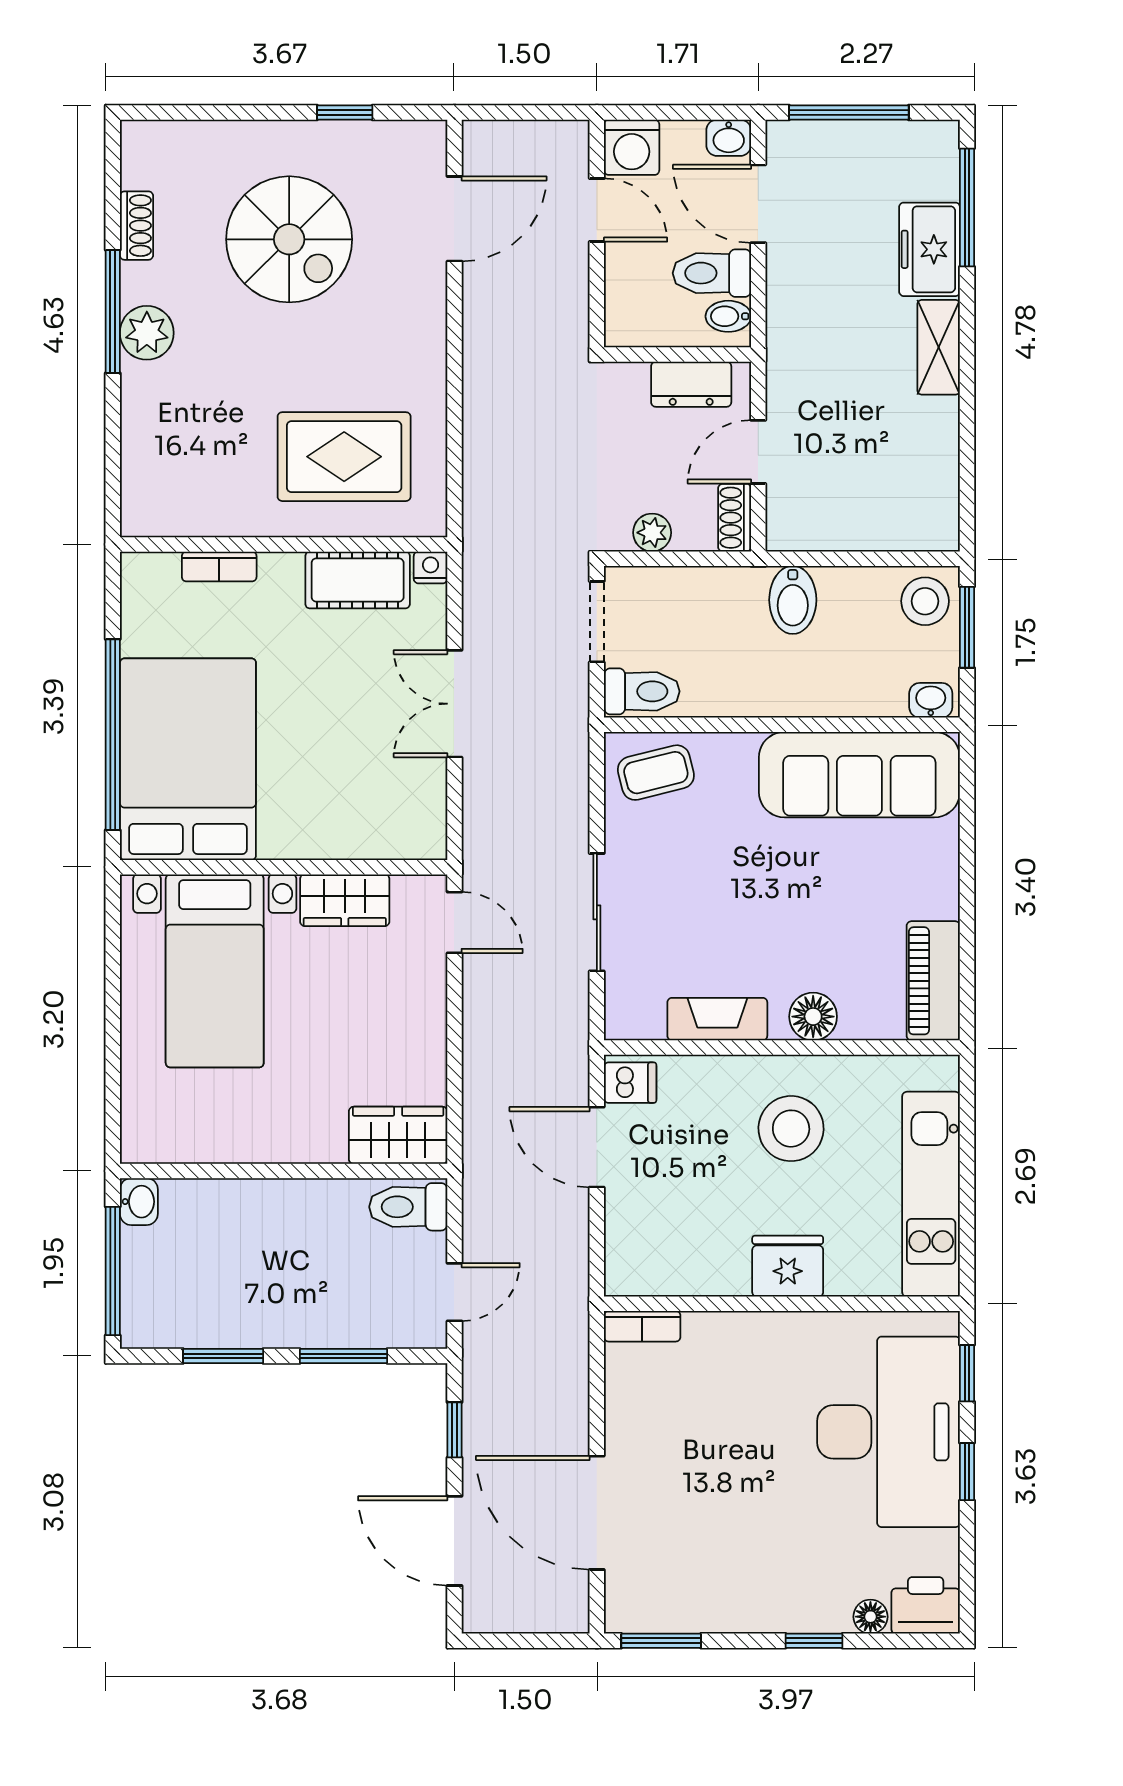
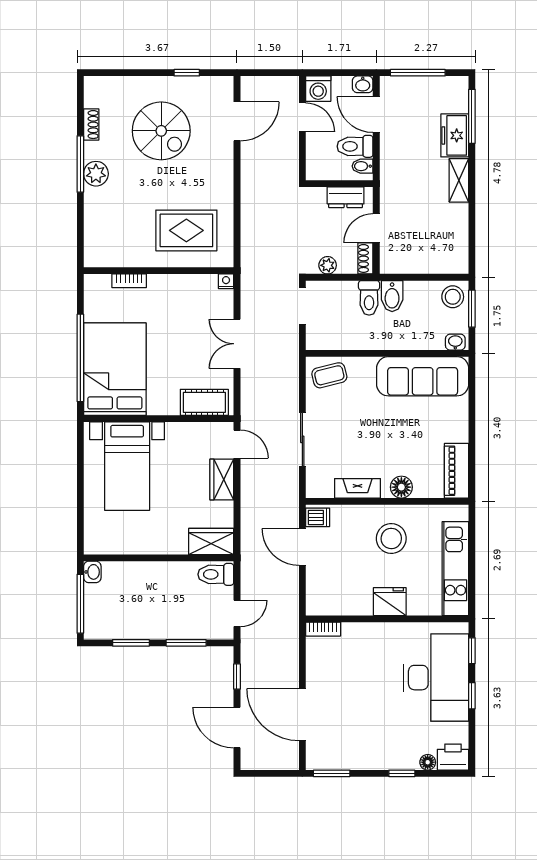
cot: (358, 580) -> (204, 402), moved
toilet: (642, 691) -> (369, 298), moved, turned 90
wardrobe: (345, 900) -> (222, 479), moved, turned 90

